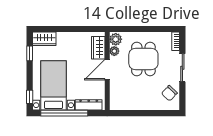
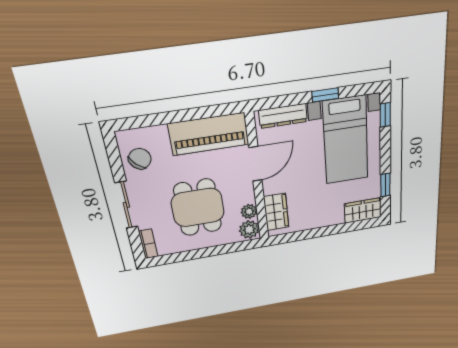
door: (107, 70) -> (255, 164), moved
piano: (130, 101) -> (209, 134), added
window: (64, 113) -> (325, 95), width x0.32

